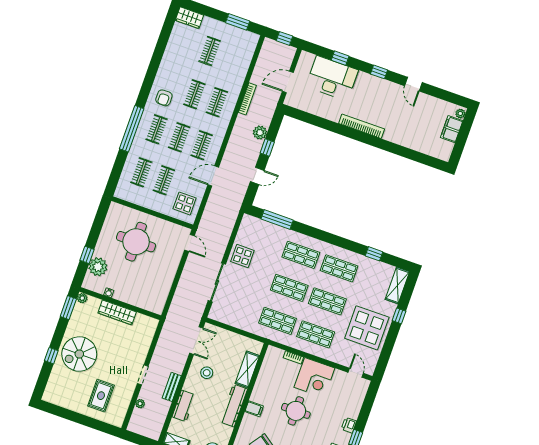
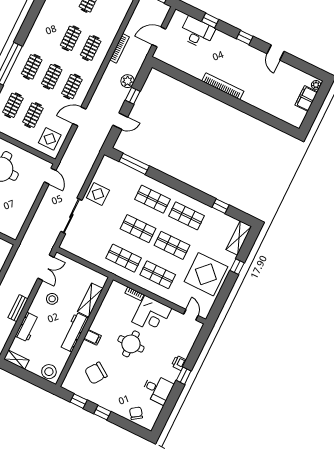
desk: (332, 78) -> (197, 33), width x0.73, depth x0.77
armchair: (164, 98) -> (42, 38), removed

